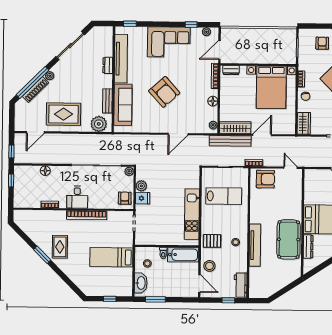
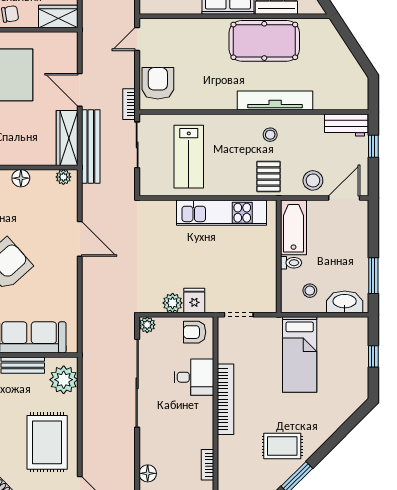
lab bench: (224, 196) -> (189, 157), turned 180
desk: (77, 197) -> (194, 377), moved

